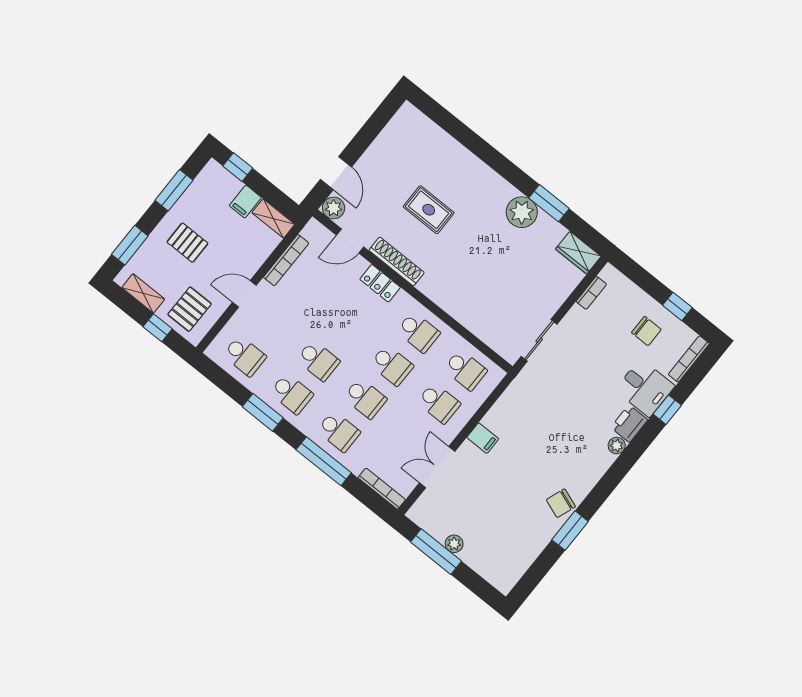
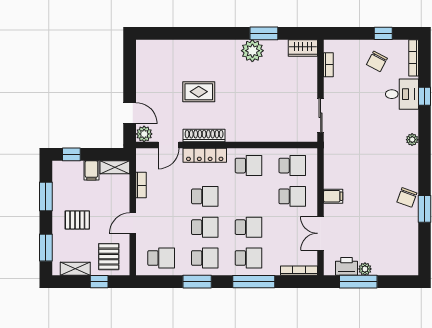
bookcase: (286, 260) -> (141, 185), width x0.64
locker: (380, 283) -> (205, 155), width x1.53
chair: (646, 331) -> (377, 61), turned 118
school desk: (392, 365) -> (205, 196), moved
printer: (629, 424) -> (346, 266), moved, turned 90

